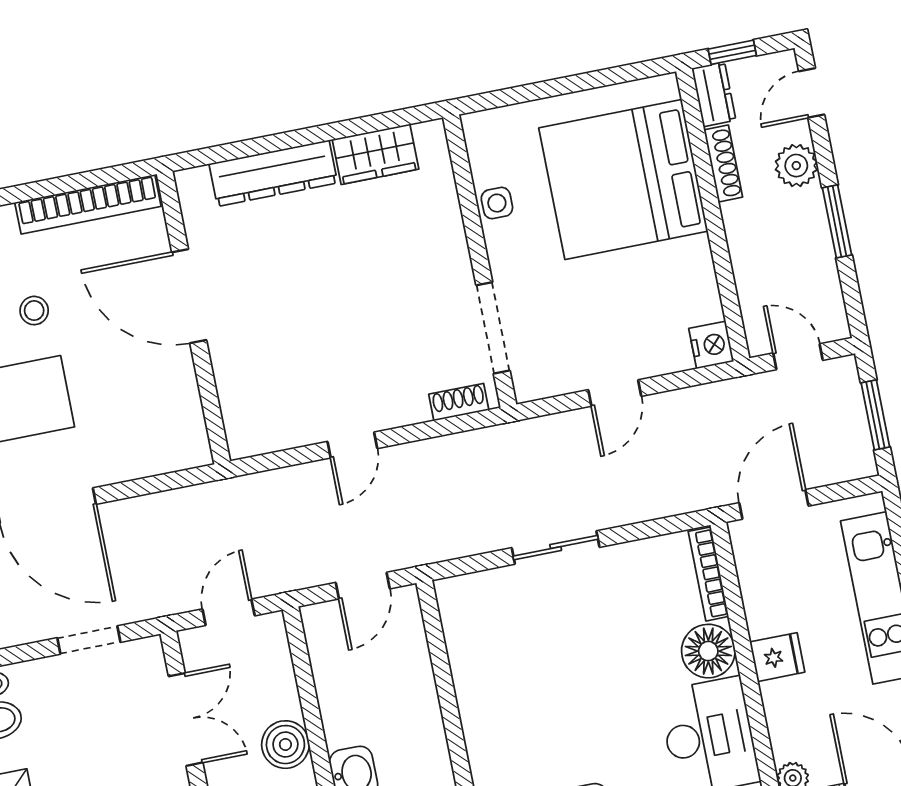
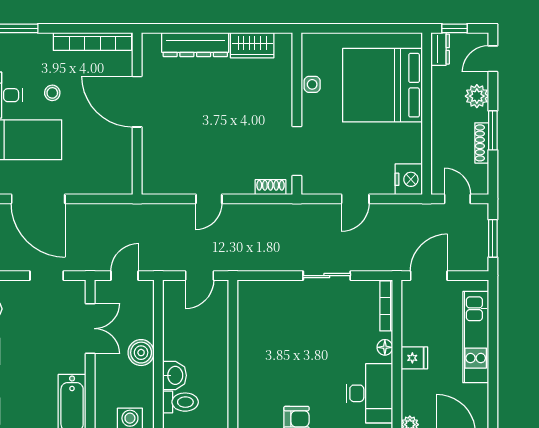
shoe rack: (723, 164) -> (482, 143), moved, turned 180
nightstand: (711, 345) -> (409, 179), width x1.36, depth x1.33
sliding door: (556, 548) -> (327, 276), moved
floor lamp: (708, 651) -> (385, 347), width x0.53, depth x0.53

